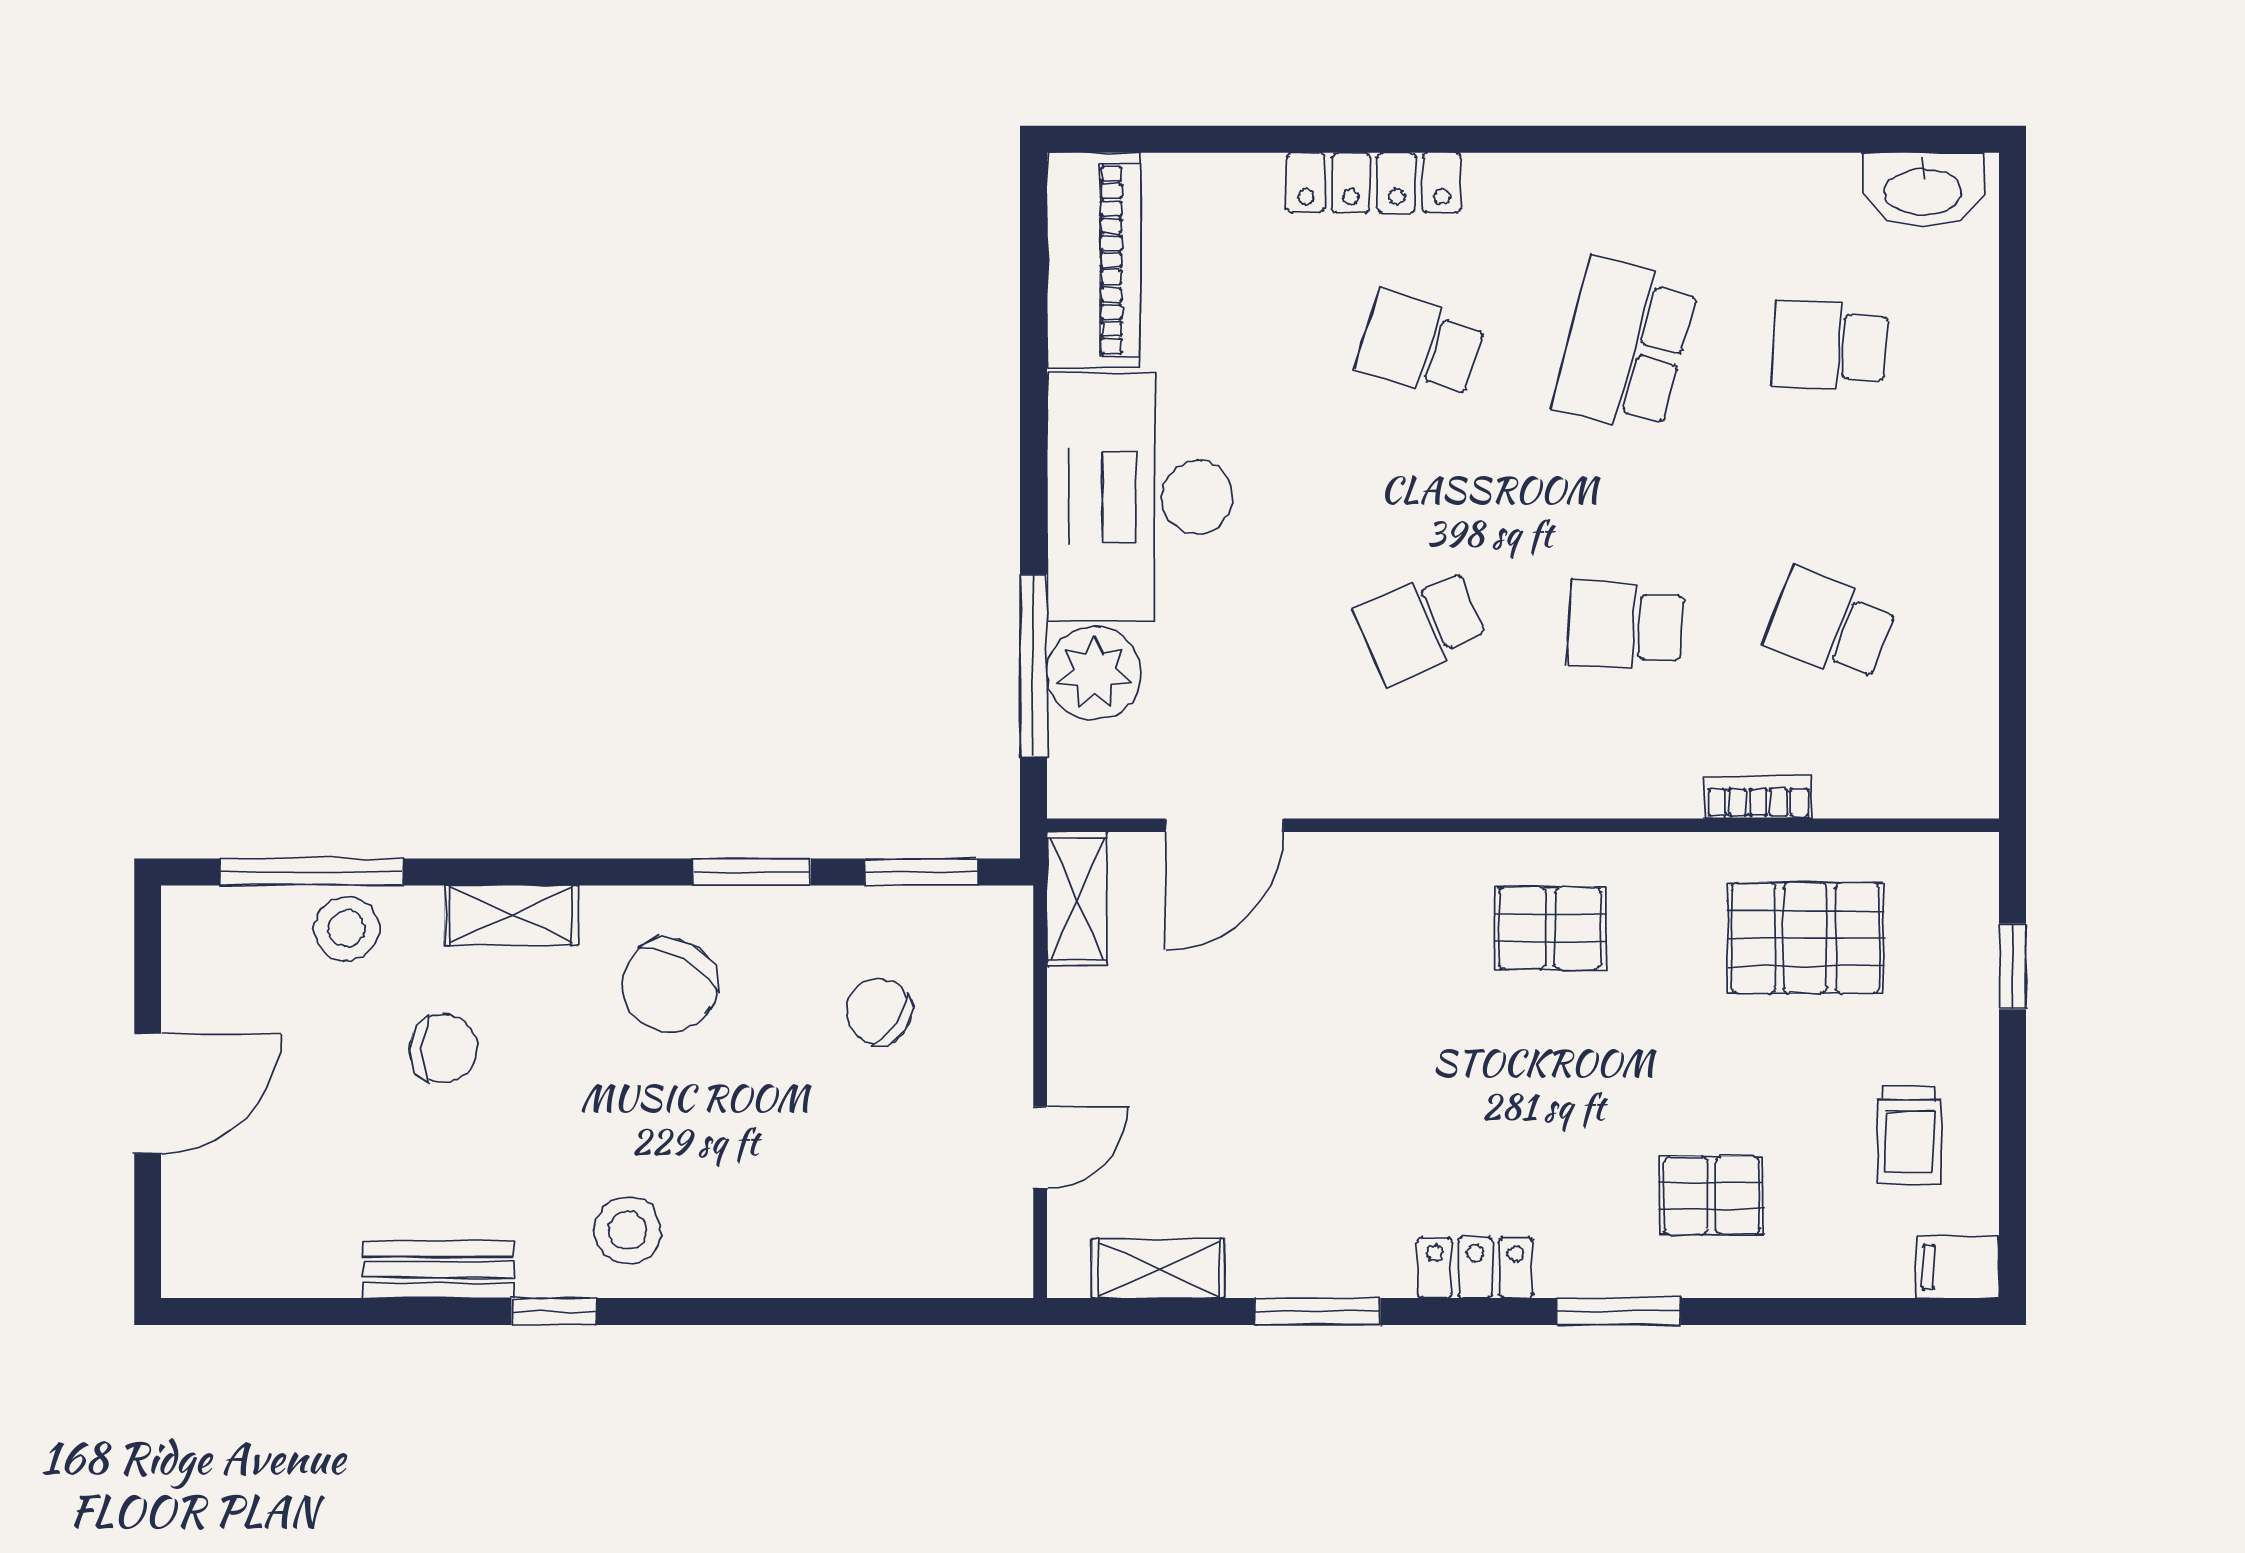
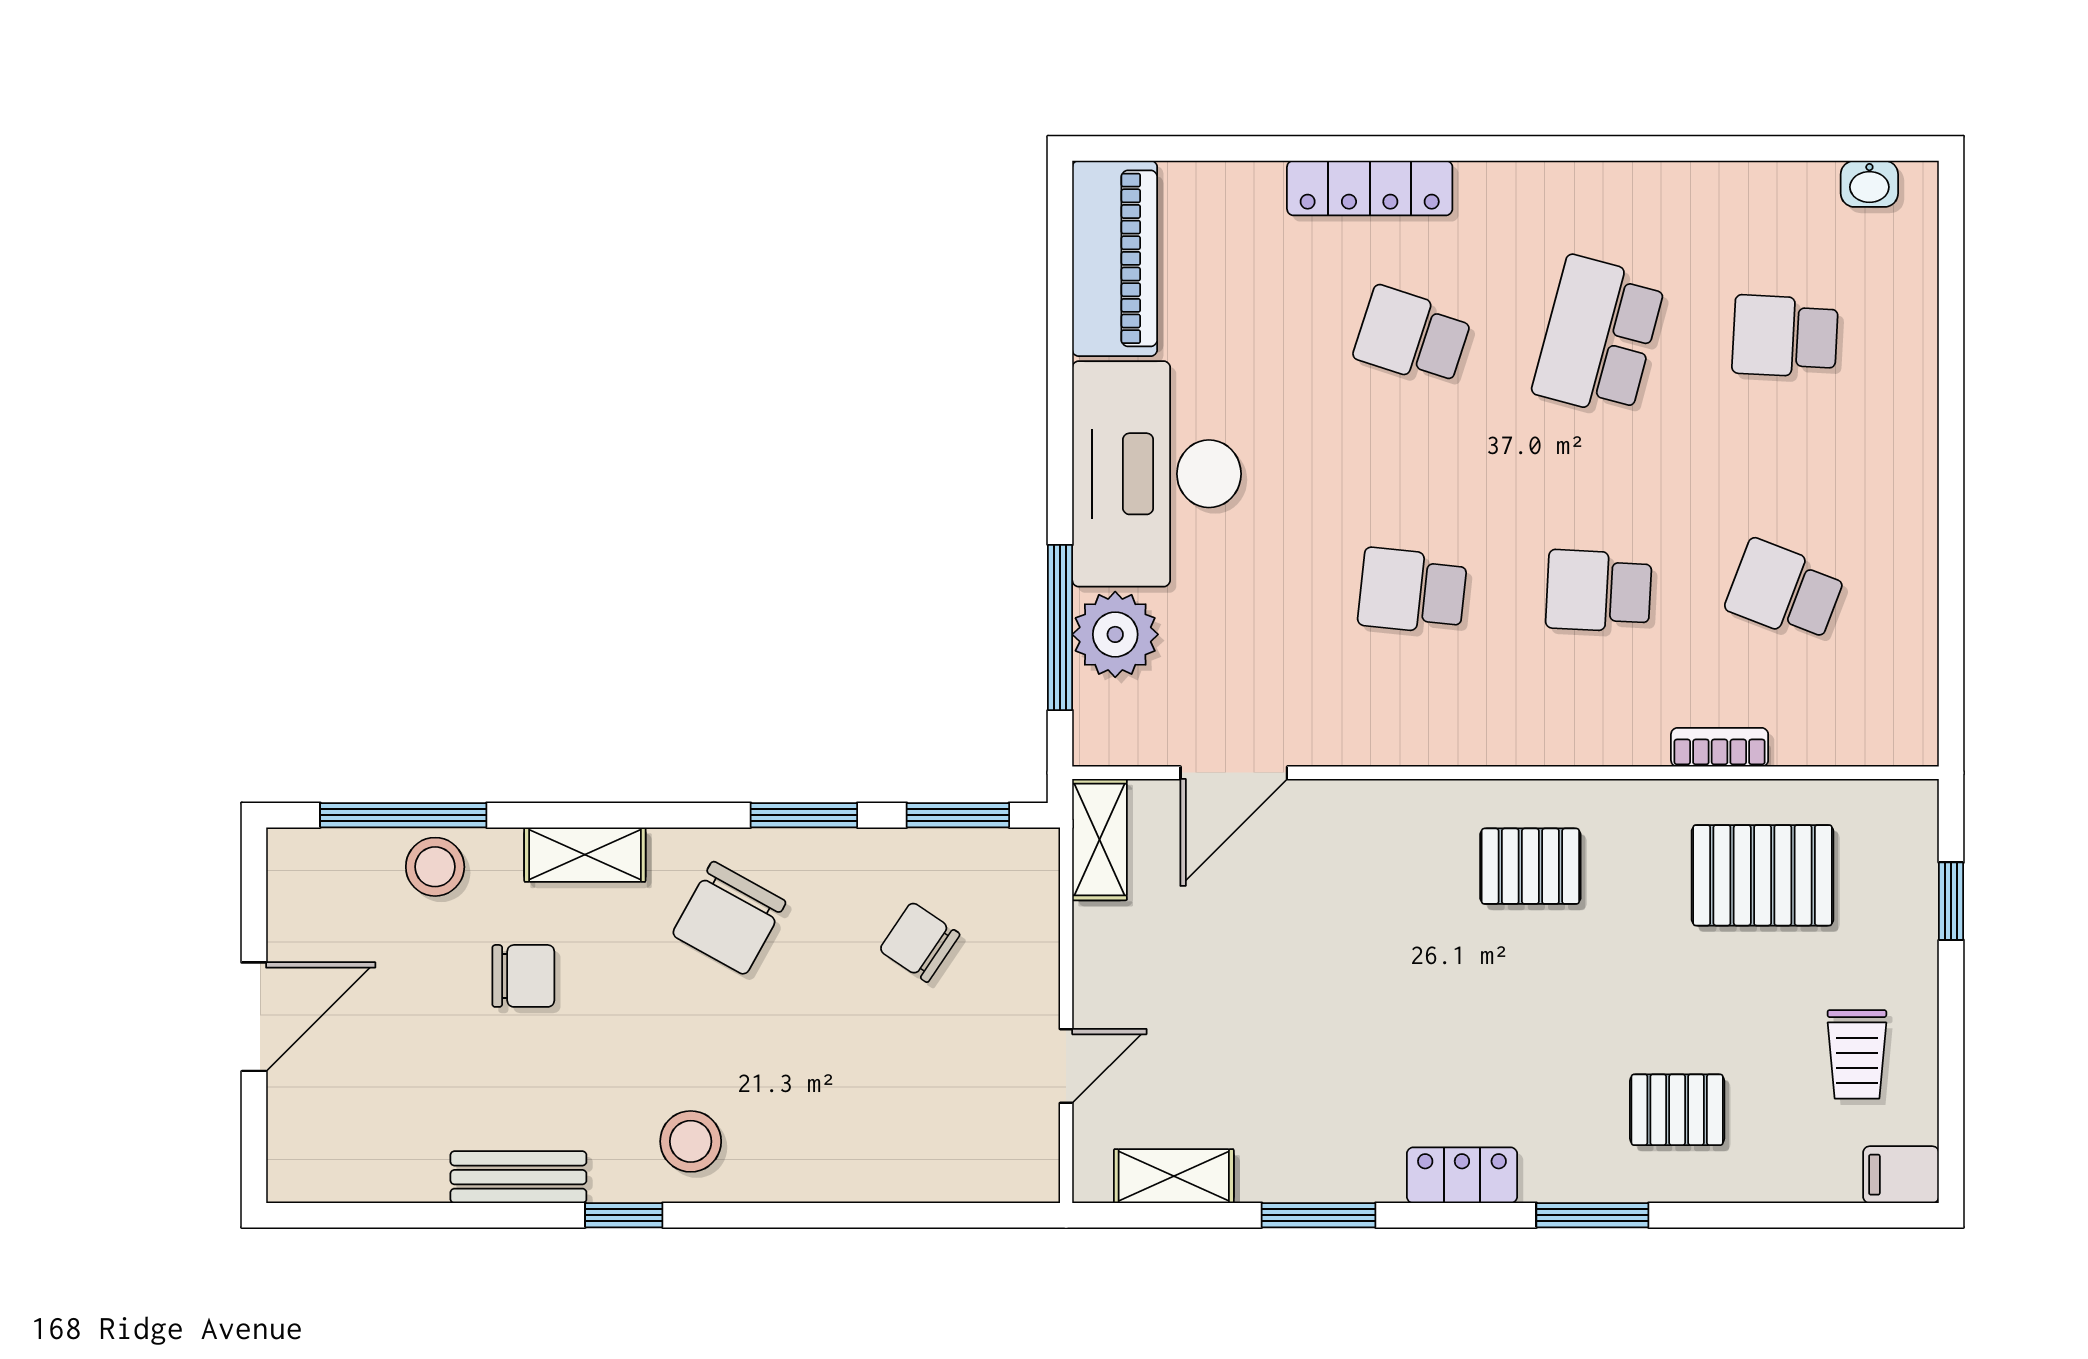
washbasin: (1923, 190) -> (1869, 184), width x0.52, depth x0.69
school desk: (1421, 626) -> (1412, 591), turned 30

